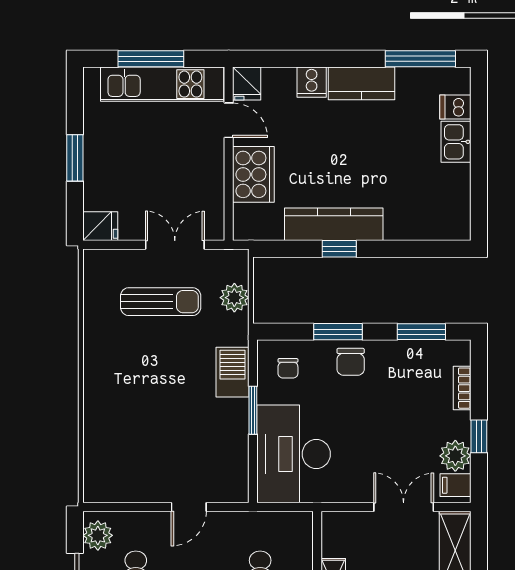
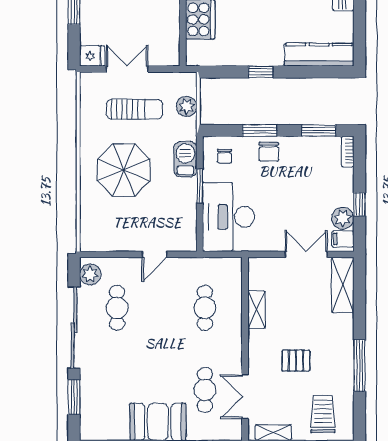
kitchen counter: (334, 224) -> (319, 55), moved
double door: (175, 245) -> (127, 69), moved
parasol: (145, 388) -> (124, 170), added
bookcase: (462, 388) -> (348, 152), moved

